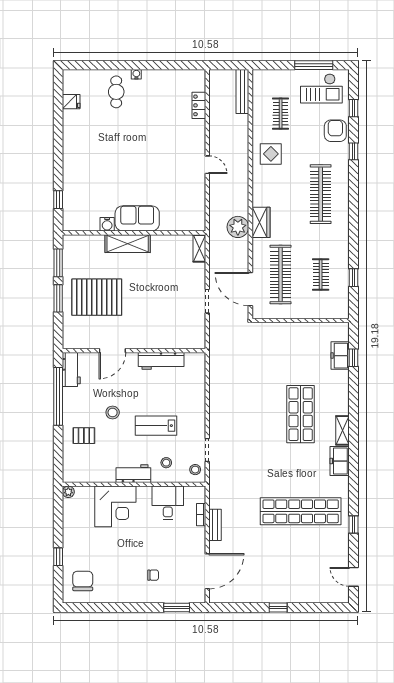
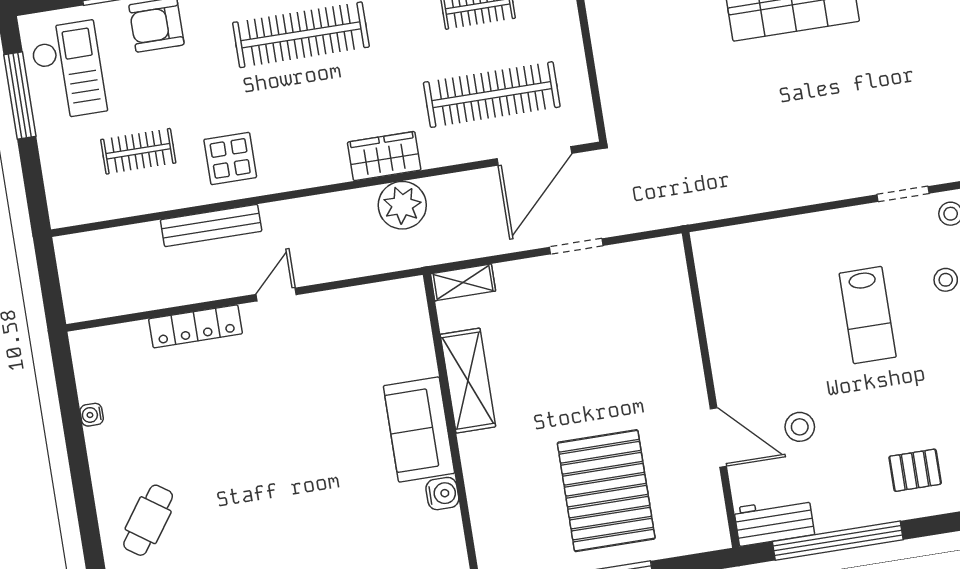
water cooler: (136, 74) -> (92, 415), moved
cafe table: (116, 92) -> (148, 520), turned -55
bench: (242, 92) -> (211, 226), moved
locker: (199, 105) -> (195, 326), moved, width x1.53
shelving: (128, 244) -> (468, 381), moved
workbench: (161, 361) -> (724, 326), removed
stool: (113, 412) -> (800, 427), moved
pallet: (84, 436) -> (915, 470), turned 90

